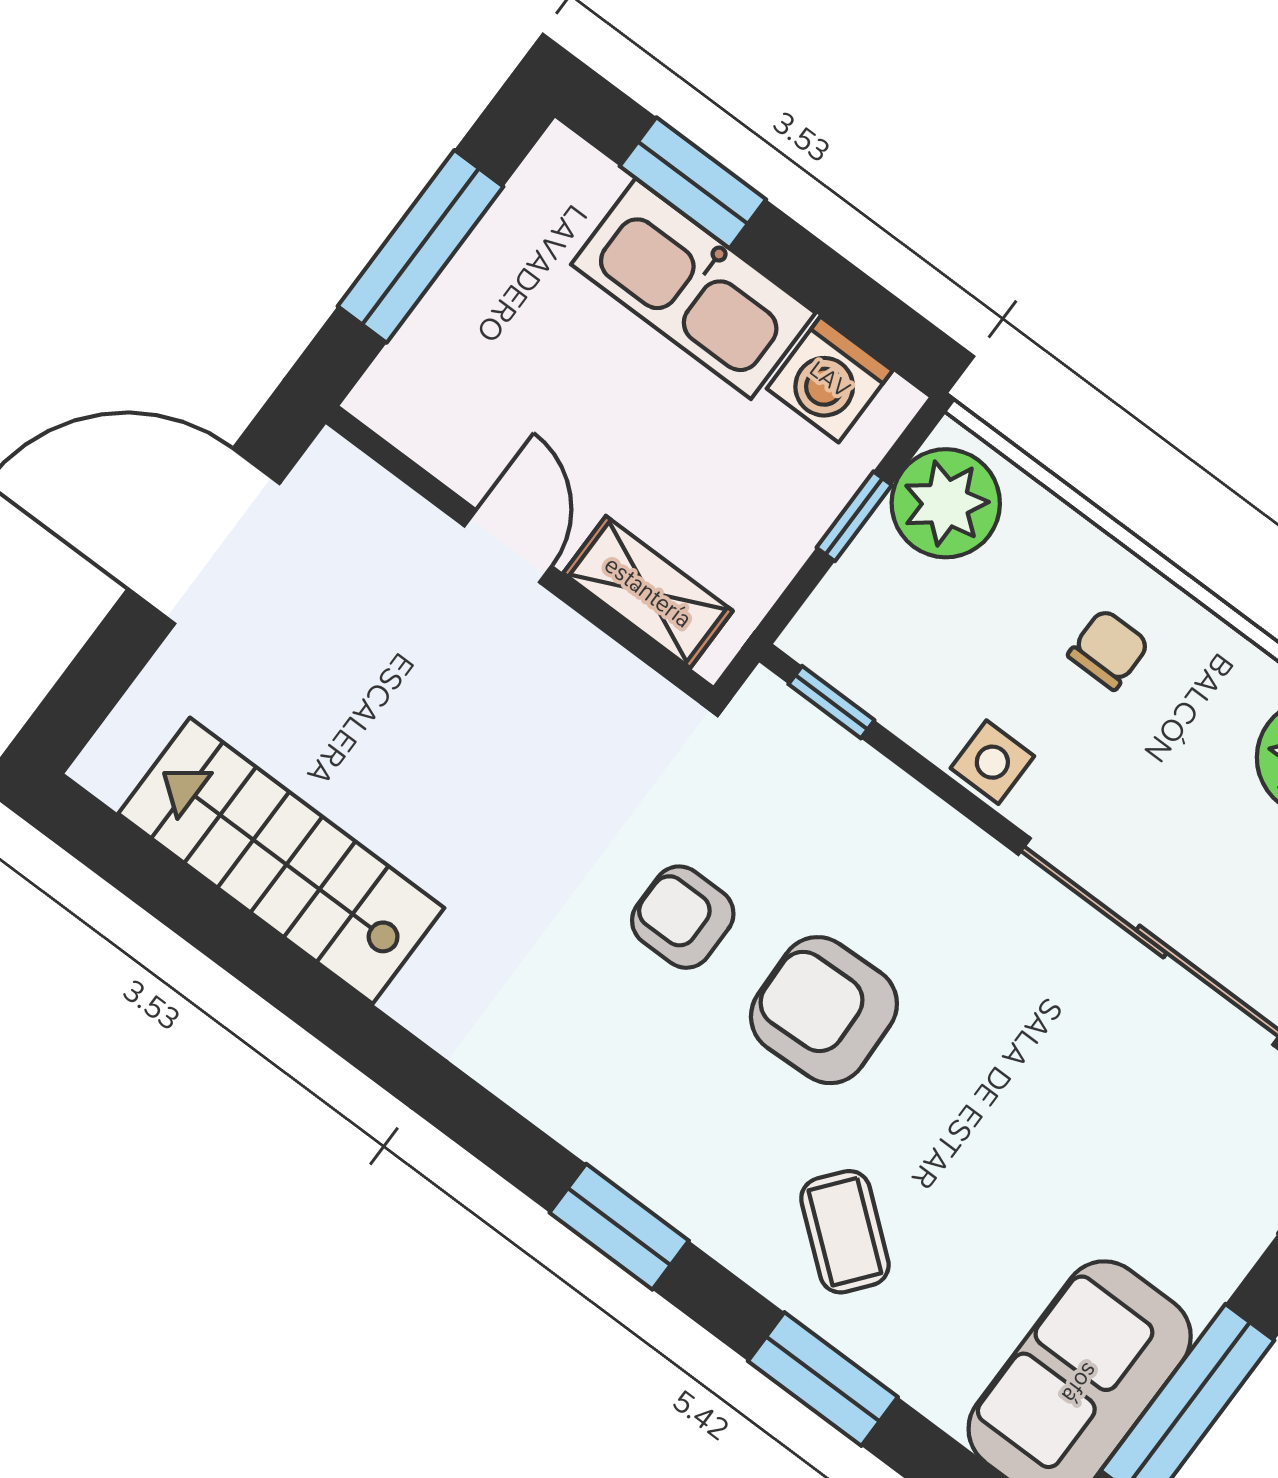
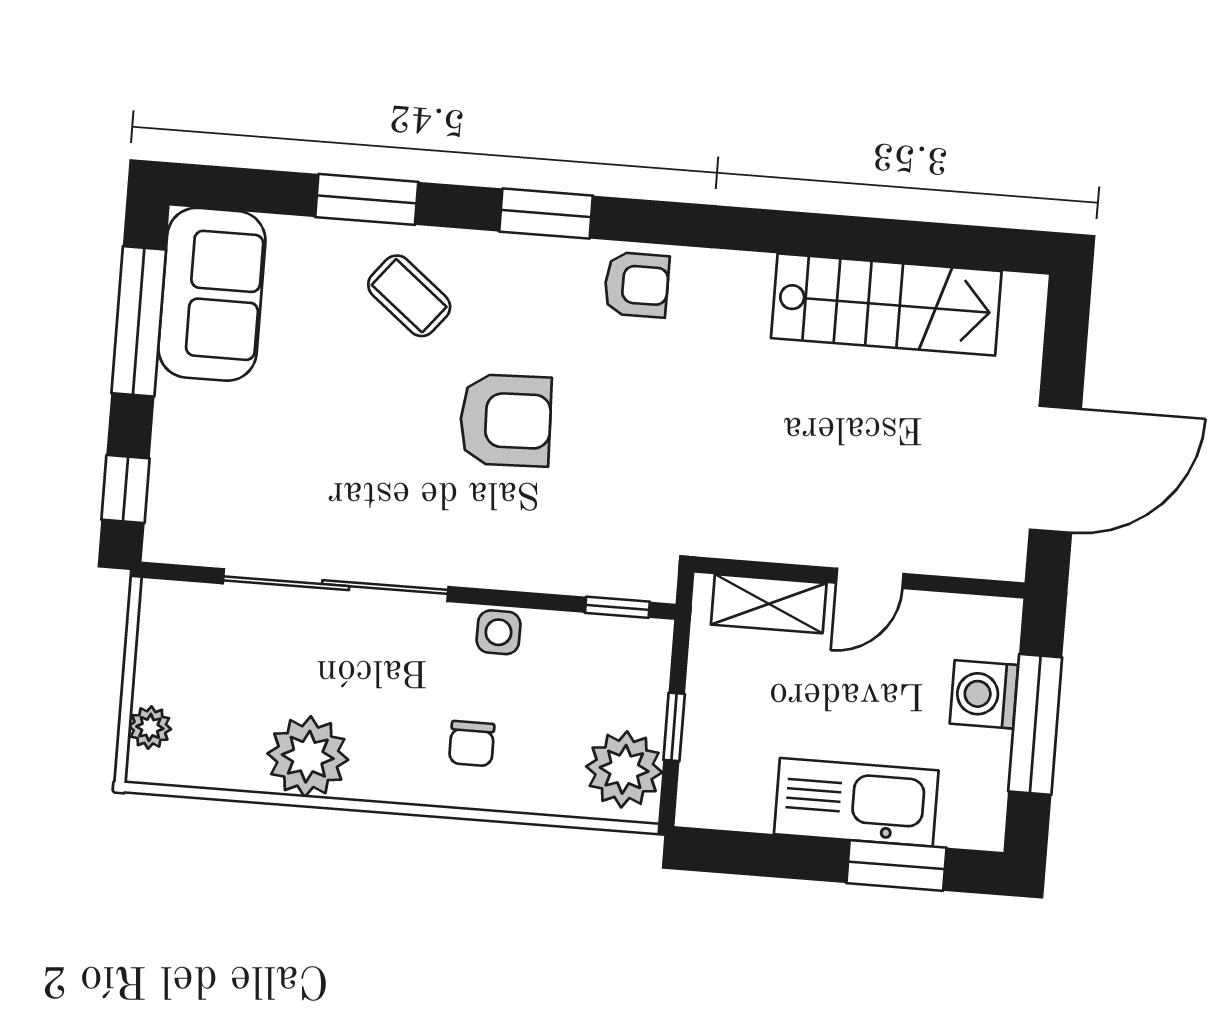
washing machine: (830, 379) -> (984, 694), moved, turned -90
door: (508, 546) -> (870, 578), hinge flipped
armchair: (683, 917) -> (637, 285), moved

